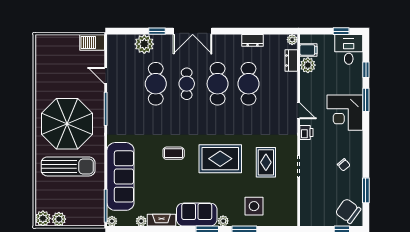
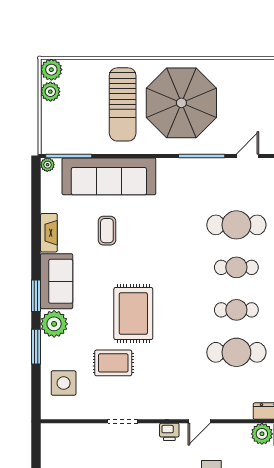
cafe table: (218, 84) -> (236, 310), width x0.73, depth x0.74
coffee table: (174, 153) -> (107, 231), moved
rug: (266, 162) -> (113, 363), moved
side table: (254, 206) -> (64, 383), moved
plant: (141, 221) -> (48, 205), removed
plant: (223, 221) -> (54, 324), width x1.87, depth x1.87

